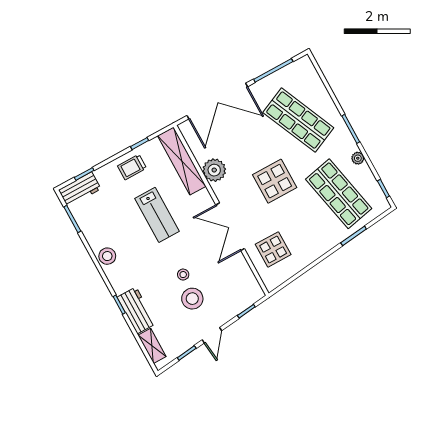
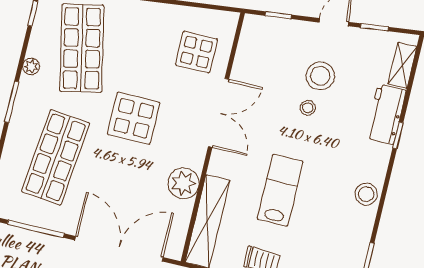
shop shelf: (298, 120) -> (56, 157), turned 30

